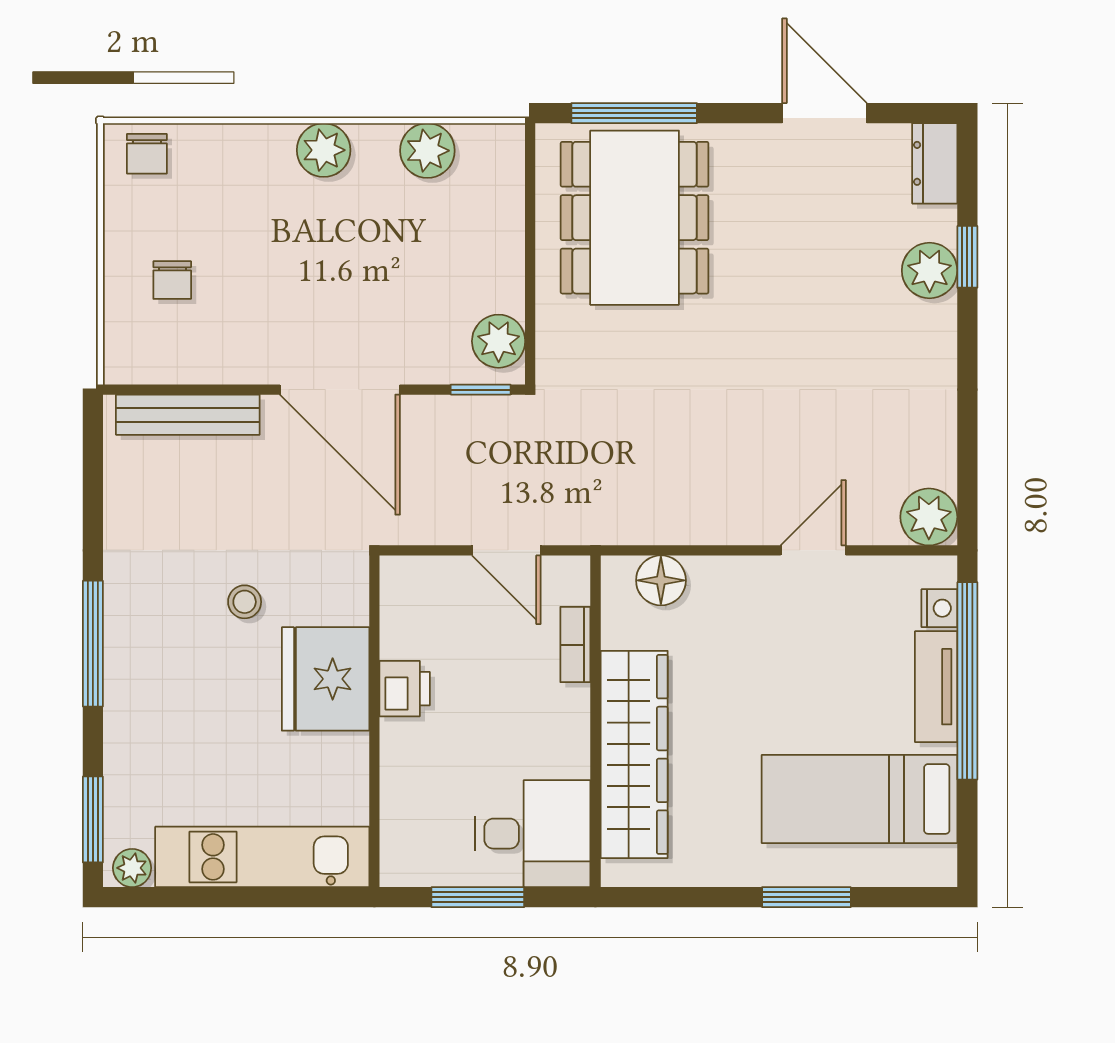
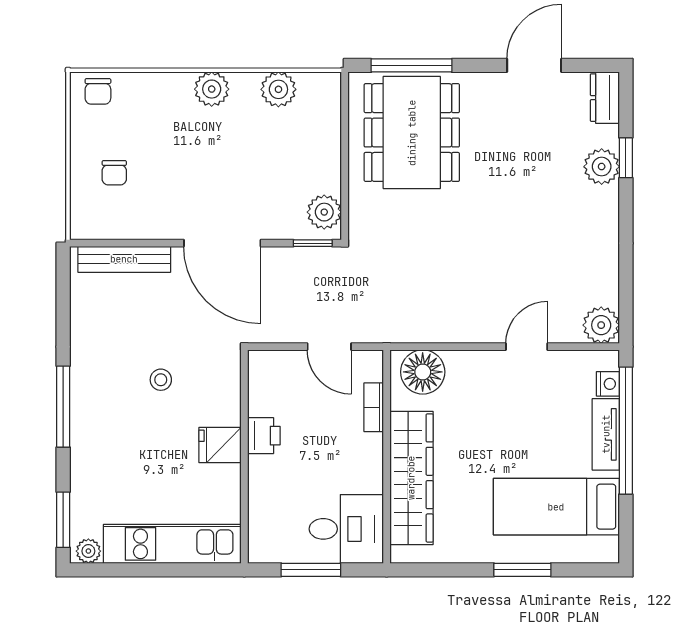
door: (825, 113) -> (534, 65), hinge flipped
floor lamp: (661, 580) -> (423, 372), width x1.38, depth x1.38
fridge: (326, 679) -> (220, 445), width x0.53, depth x0.75

